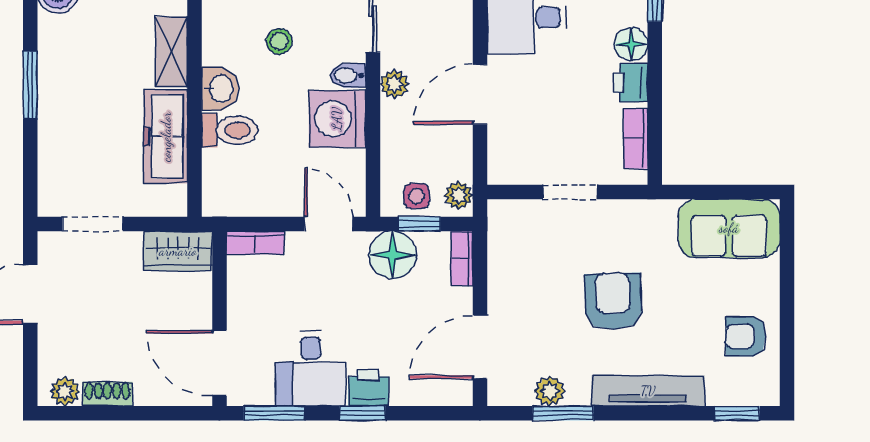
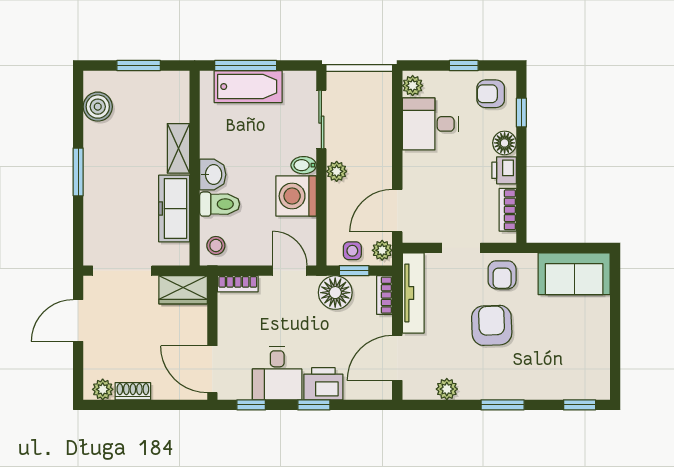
stool: (279, 41) -> (216, 246), moved
door: (480, 94) -> (397, 211), moved
doorway: (92, 224) -> (122, 271), width x1.38
armchair: (746, 336) -> (502, 275), moved, turned -90
printer: (368, 388) -> (323, 384), width x1.36, depth x1.24
tv unit: (648, 391) -> (413, 293), moved, turned 90
window: (274, 413) -> (251, 405), width x0.67
window: (563, 413) -> (503, 405), moved

